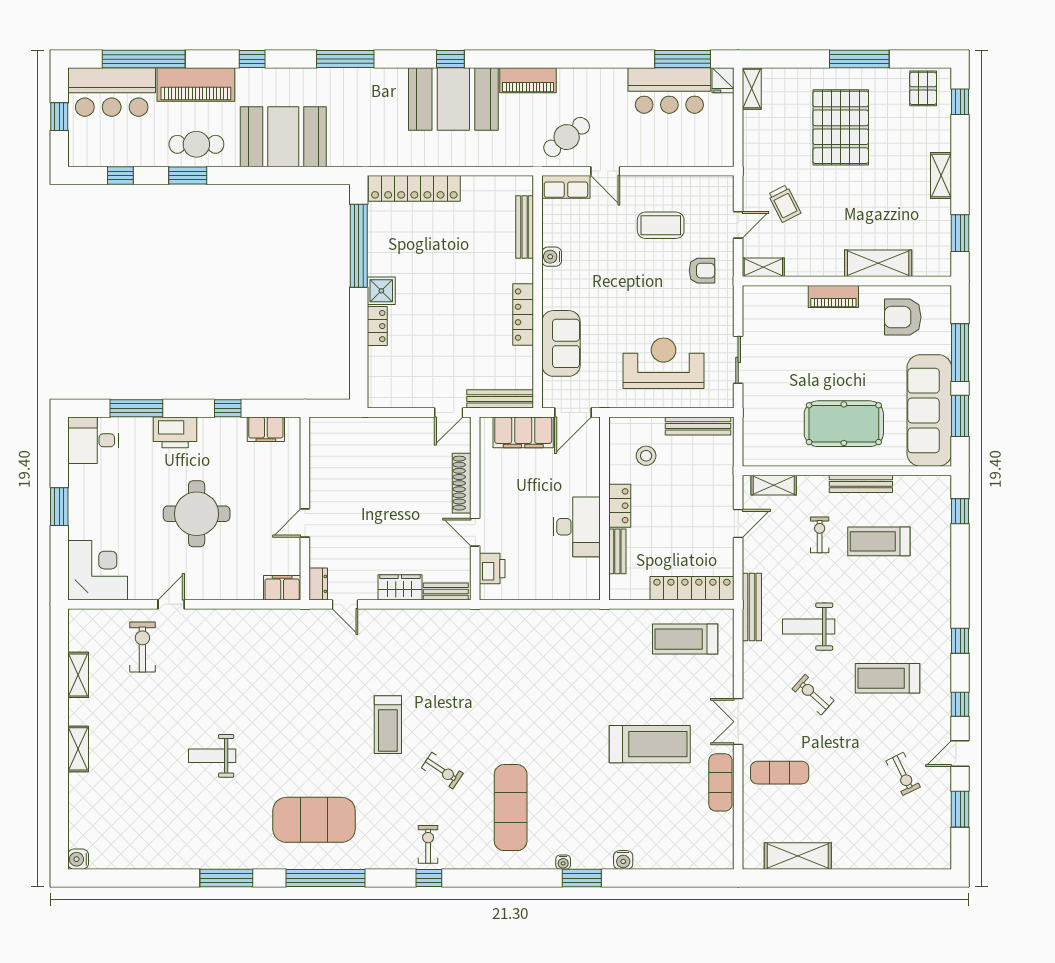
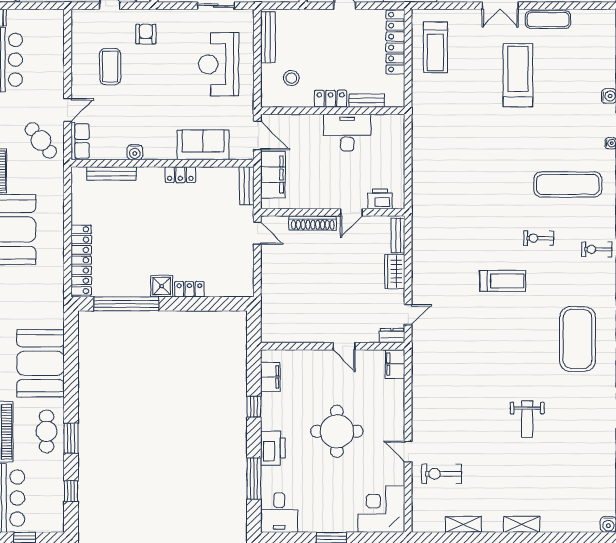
locker: (523, 315) -> (180, 175), width x0.66
bench: (500, 399) -> (247, 186), width x0.73
exercise bike: (442, 771) -> (539, 238), turned -124

